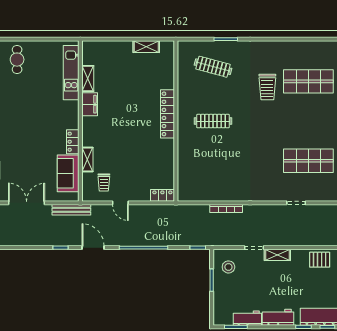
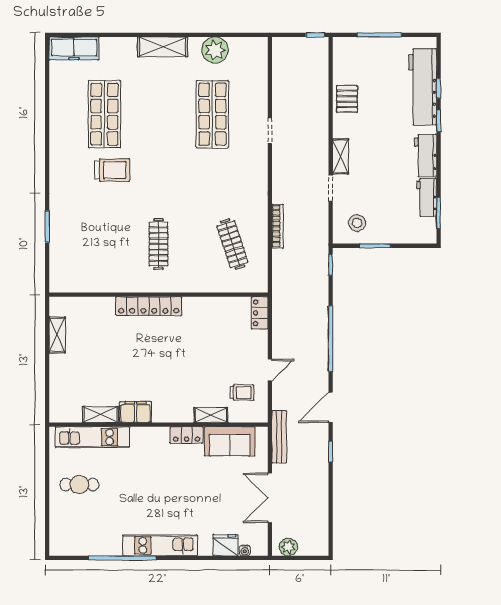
cafe table: (17, 60) -> (79, 484), moved
clothes rail: (213, 67) -> (232, 244), moved, turned -33

